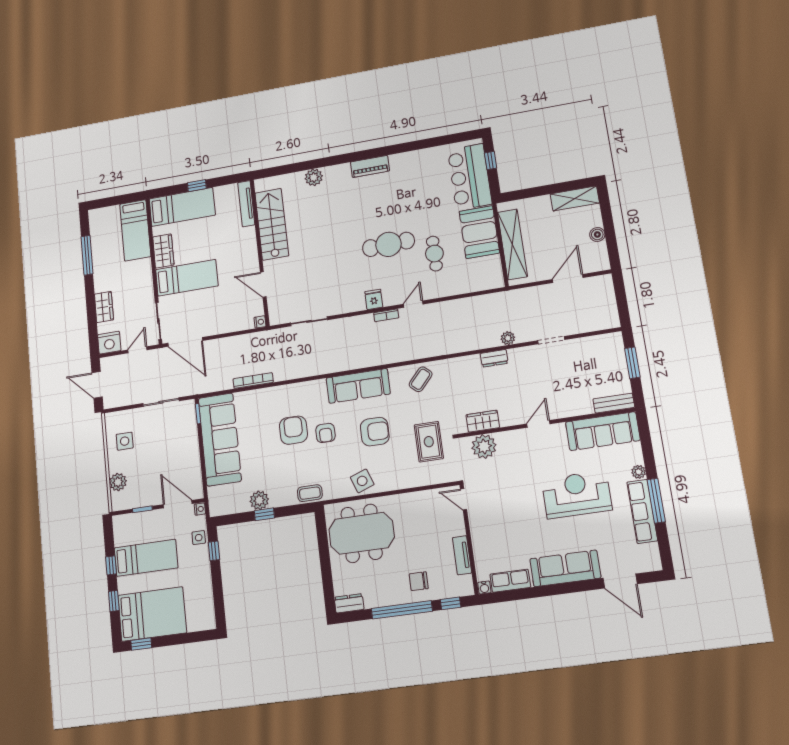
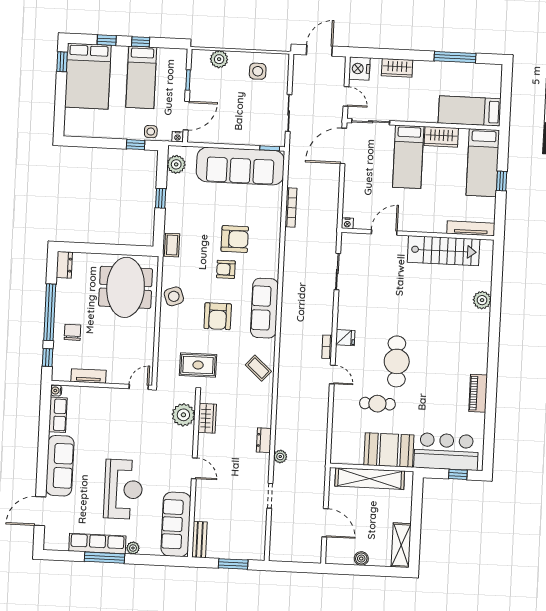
piano: (370, 166) -> (478, 393), moved
plant: (259, 500) -> (176, 164), moved

